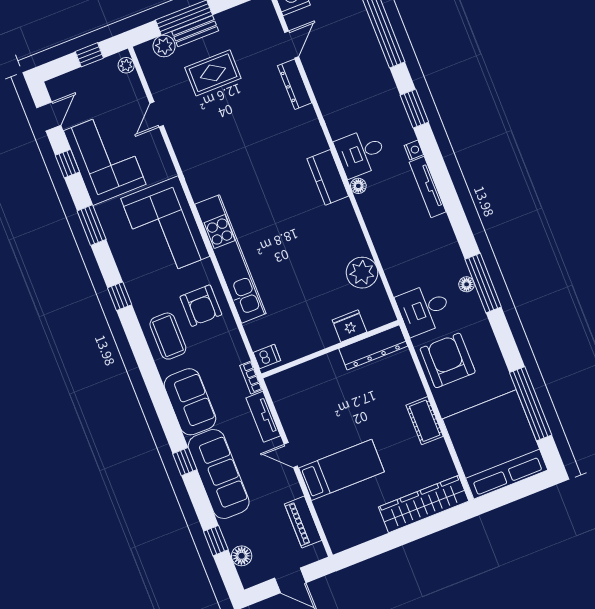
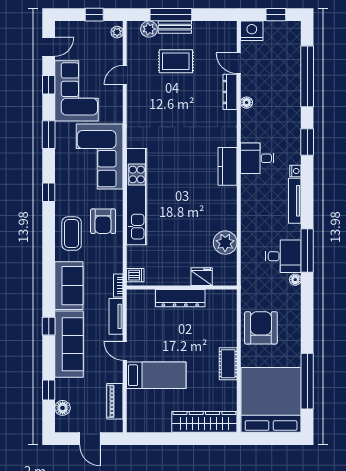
door: (292, 45) -> (239, 63), swing flipped
floor lamp: (358, 186) -> (247, 103), moved
window: (483, 283) -> (307, 251), moved
desk: (424, 309) -> (283, 256), moved, turned 180
dresser: (373, 347) -> (180, 298), moved

